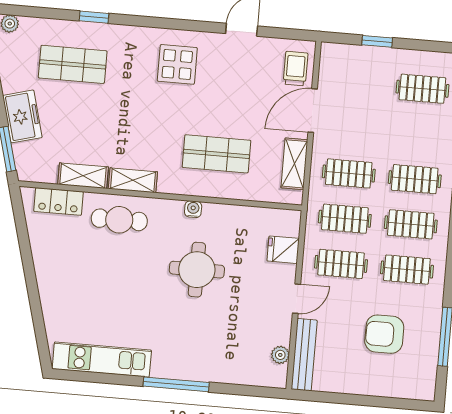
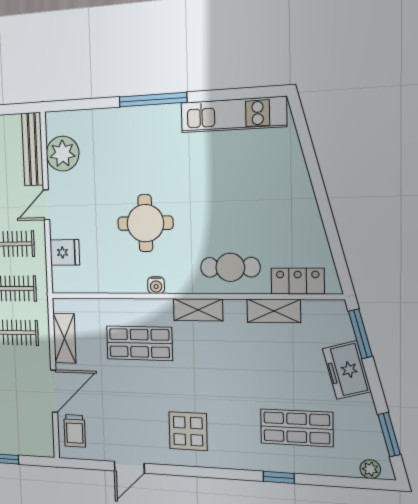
shelving: (133, 180) -> (198, 310), moved
plant: (280, 355) -> (63, 154), width x1.88, depth x1.88

